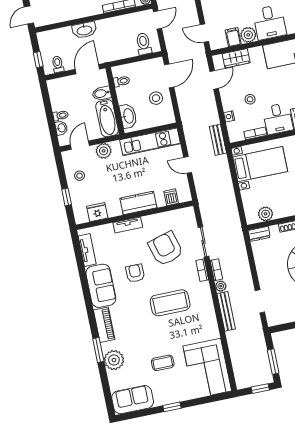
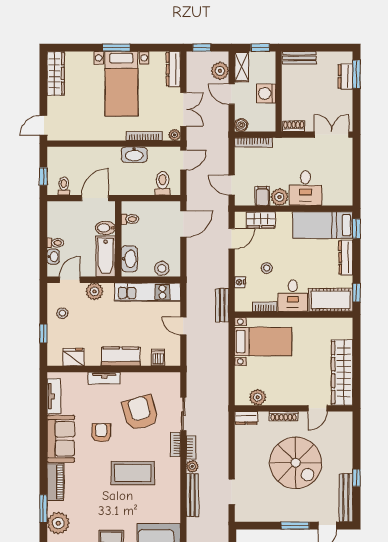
washbasin: (84, 30) -> (134, 155), moved
stool: (156, 98) -> (162, 268), moved

